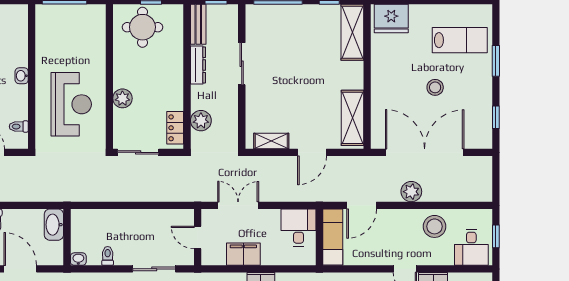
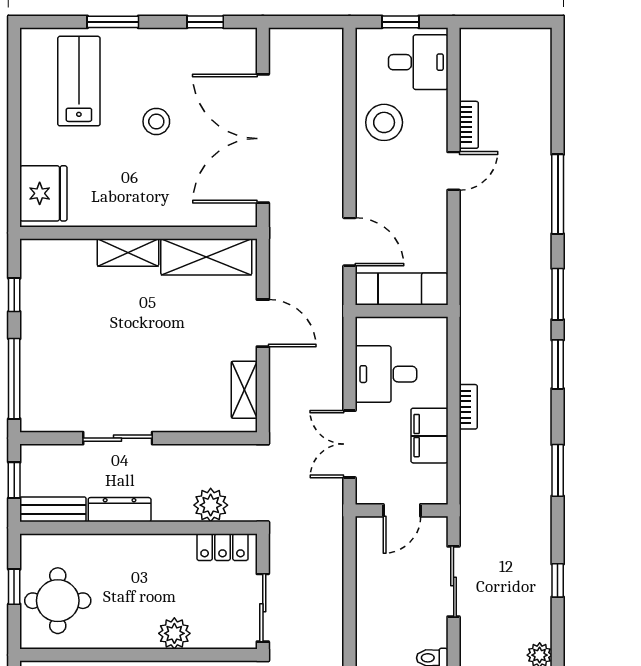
shelving: (352, 32) -> (128, 252), moved, width x0.67, depth x0.75
plant: (411, 192) -> (327, 160), removed
desk: (299, 228) -> (386, 374), moved

